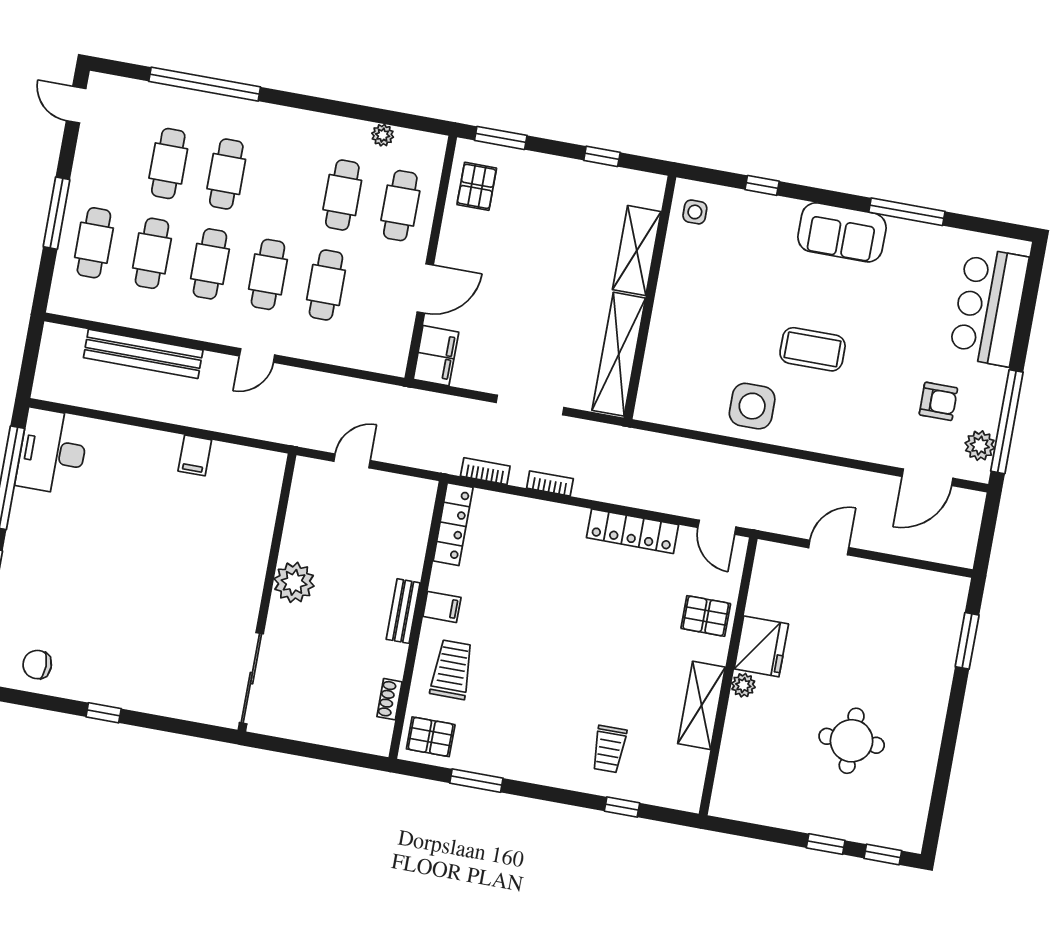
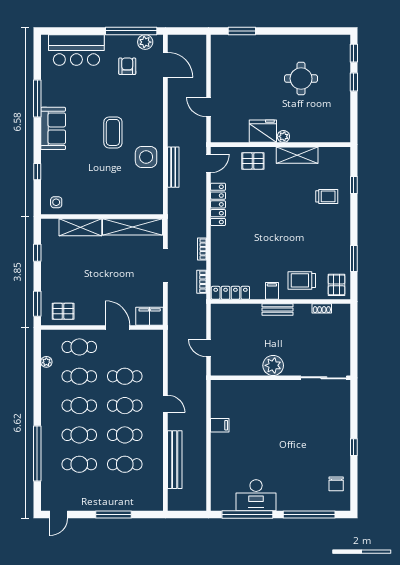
cafe table: (94, 243) -> (79, 406), moved
desk: (53, 452) -> (256, 495), moved
bench: (722, 456) -> (173, 167), added
pallet: (706, 616) -> (253, 161), turned 90

